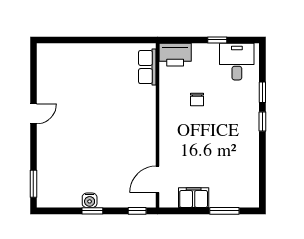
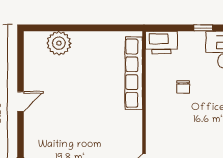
plant: (72, 55) -> (59, 43), added
row of seats: (147, 67) -> (134, 73), width x2.02

